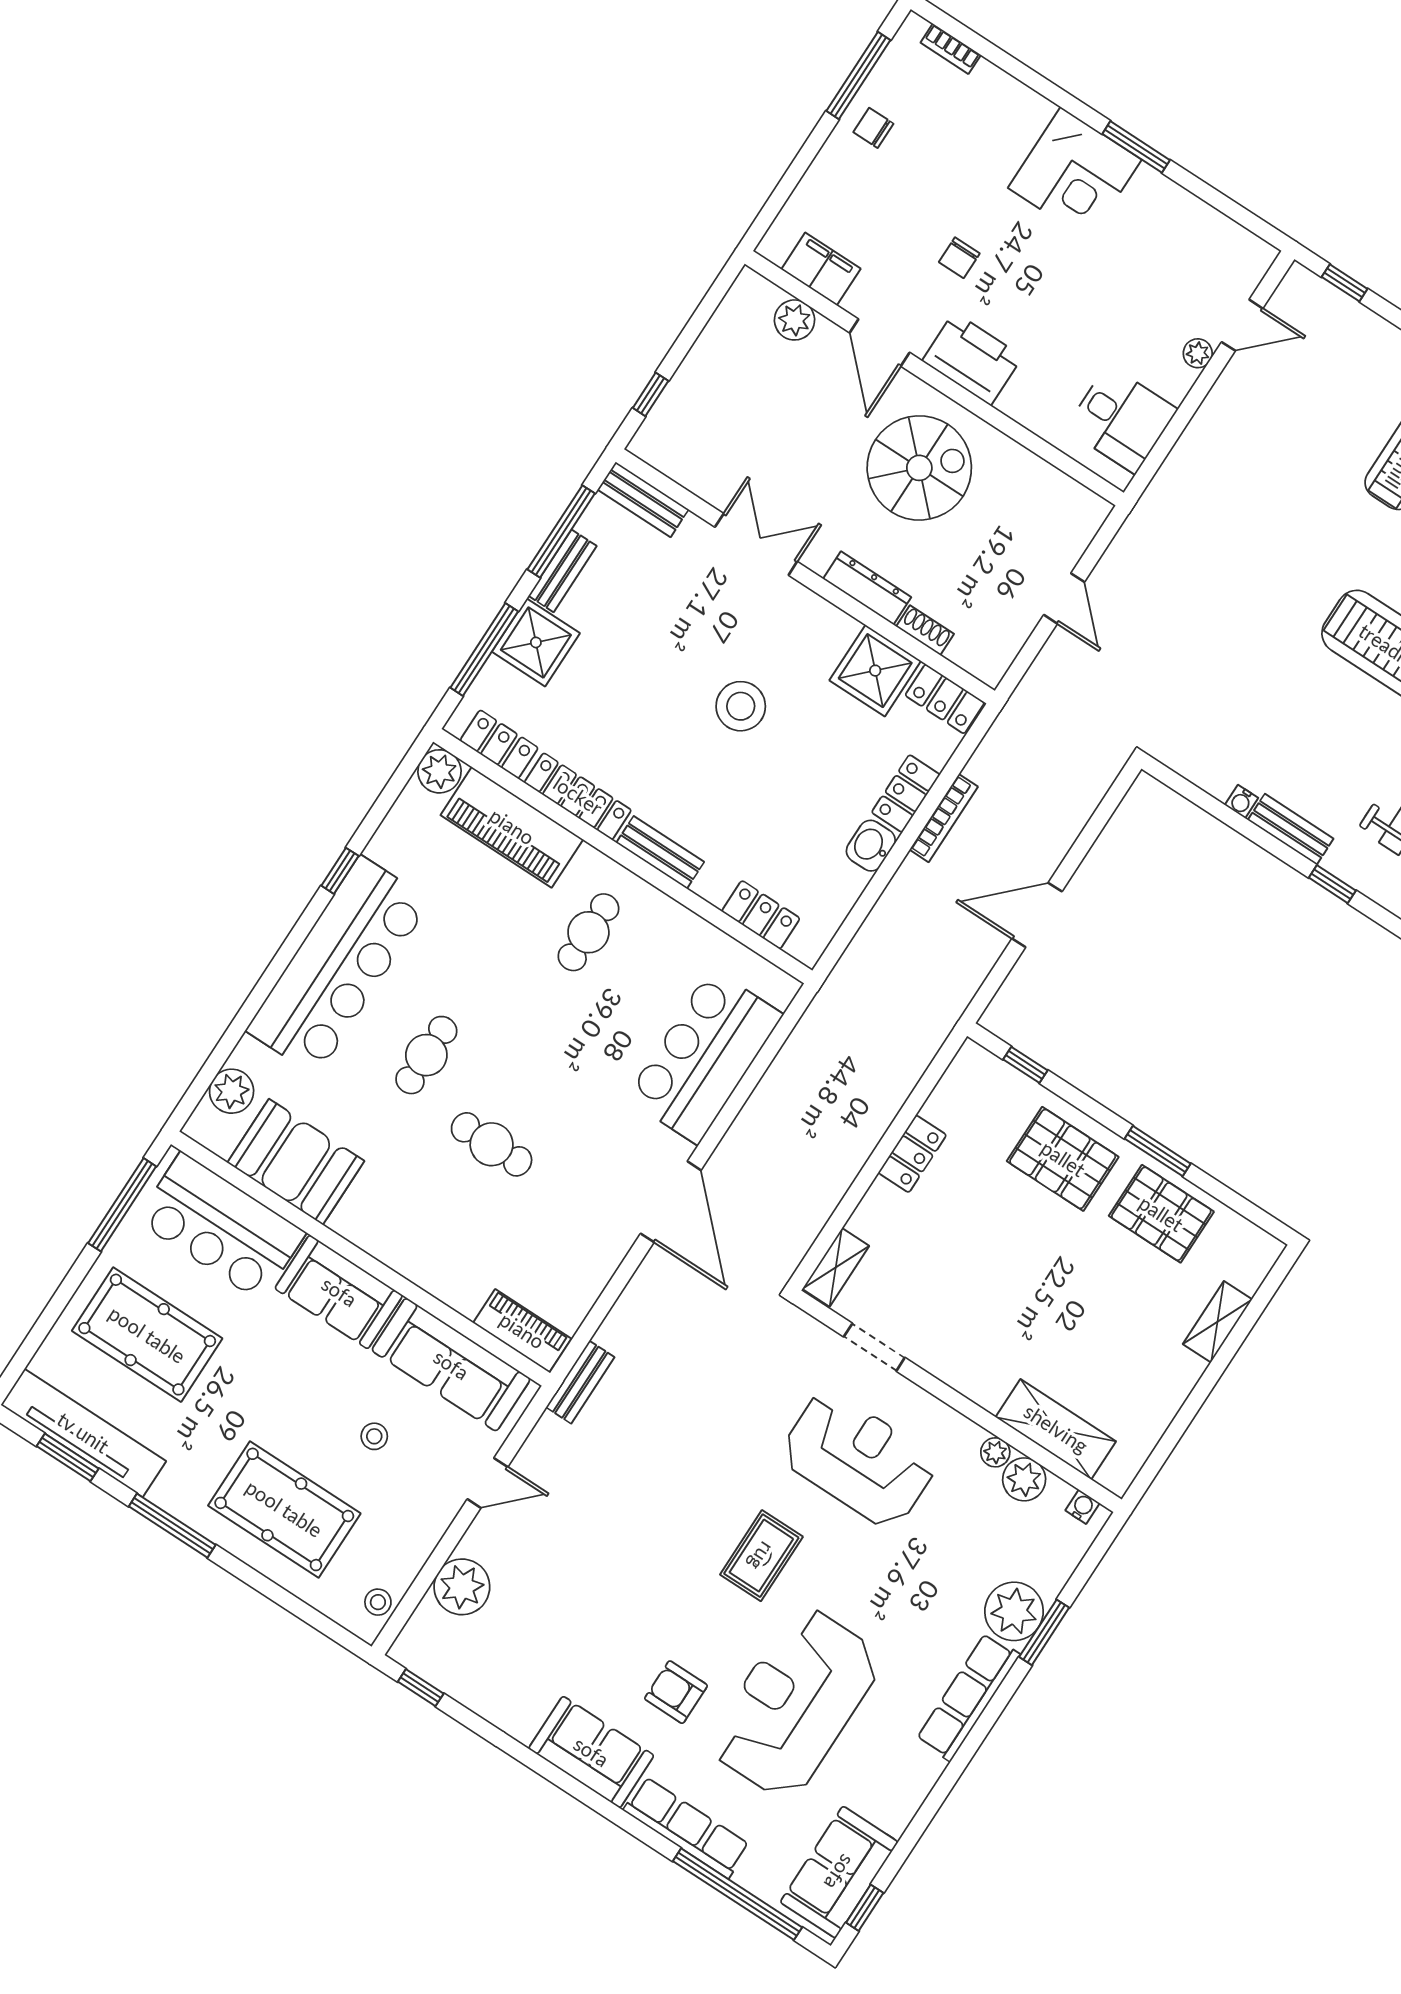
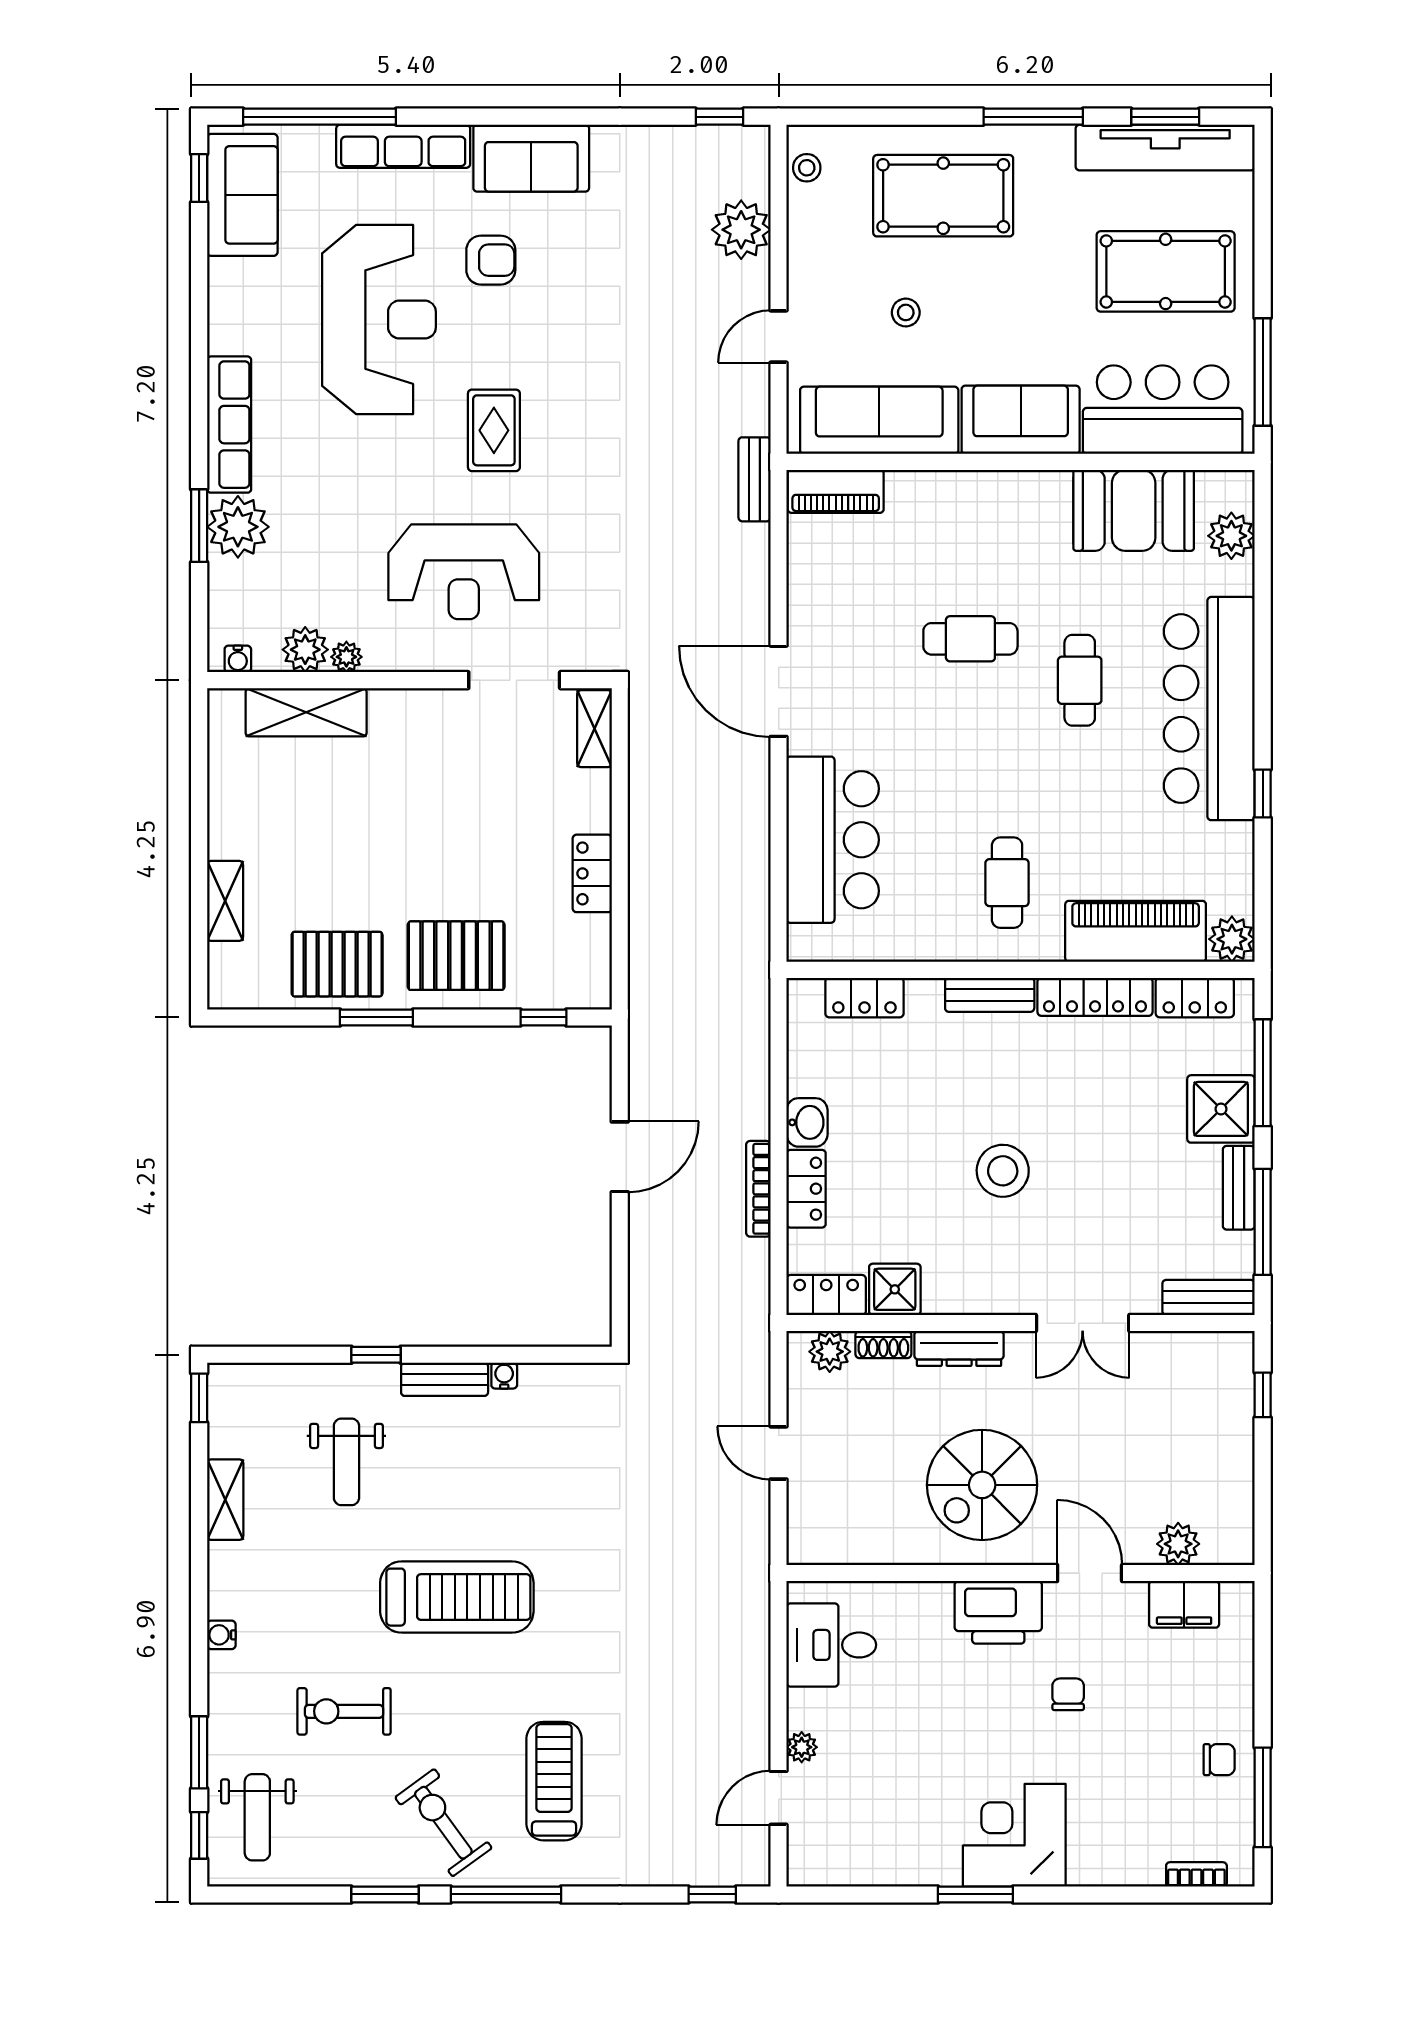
plant: (971, 652) -> (830, 1352), added
shower: (875, 671) -> (895, 1289), width x0.73, depth x0.73
doorway: (874, 1347) -> (514, 680), width x1.38

